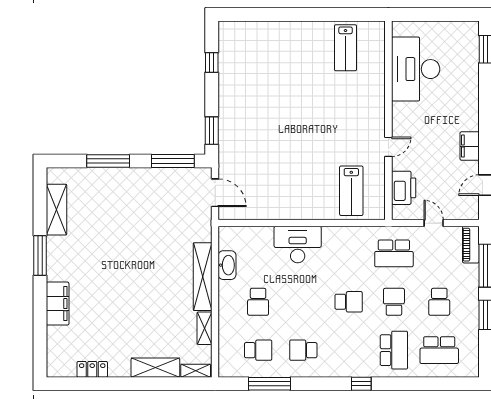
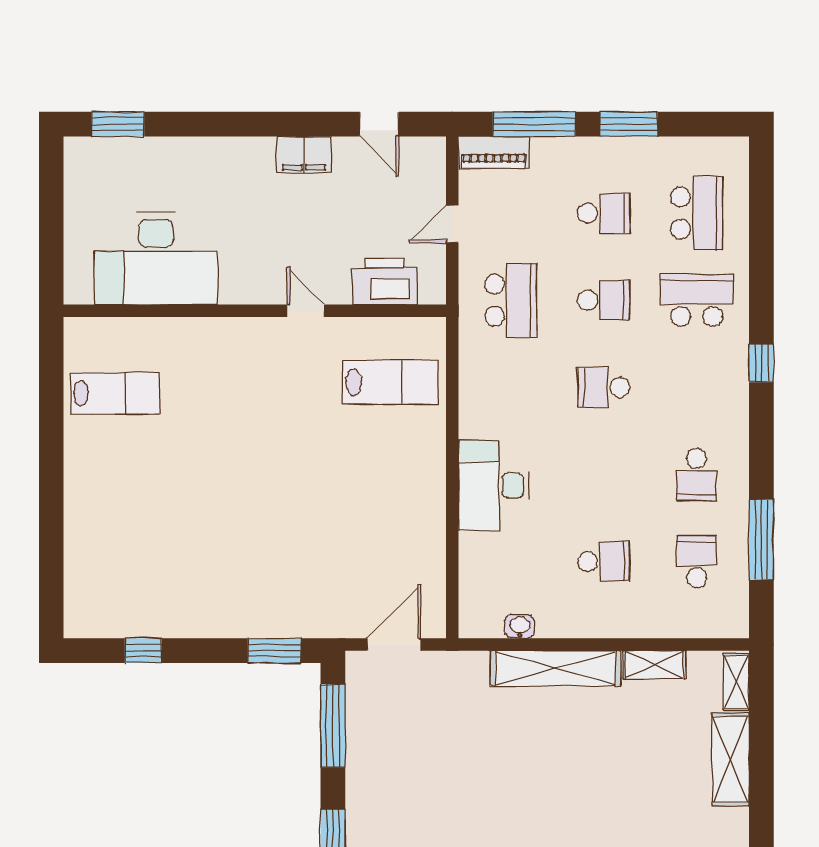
washbasin: (227, 265) -> (520, 626), width x0.52, depth x0.69
school desk: (349, 302) -> (604, 387), turned -90
school desk: (394, 302) -> (604, 300), turned 180

